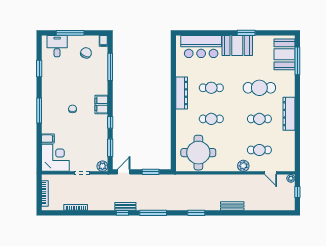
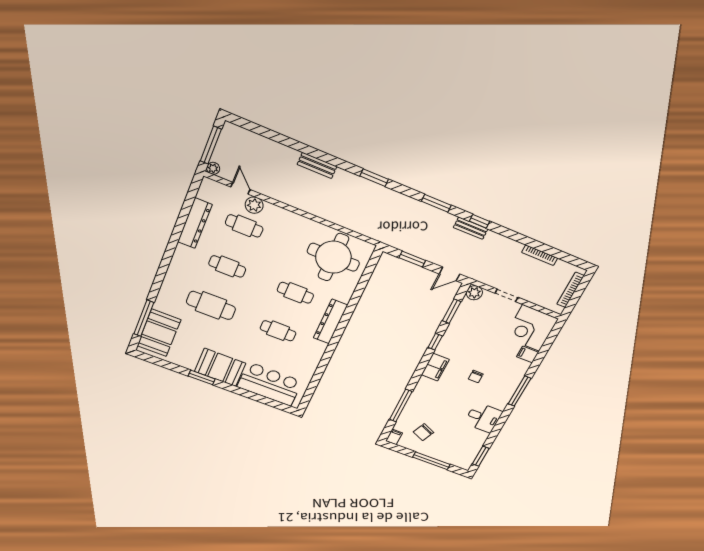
desk: (57, 46) -> (483, 418), moved, turned -90
window: (39, 68) -> (481, 456), moved
dresser: (182, 93) -> (331, 322), moved
dresser: (289, 114) -> (195, 223), moved
plant: (243, 166) -> (254, 205), moved
window: (297, 192) -> (211, 145), width x2.17
window: (153, 213) -> (436, 203), width x0.69

